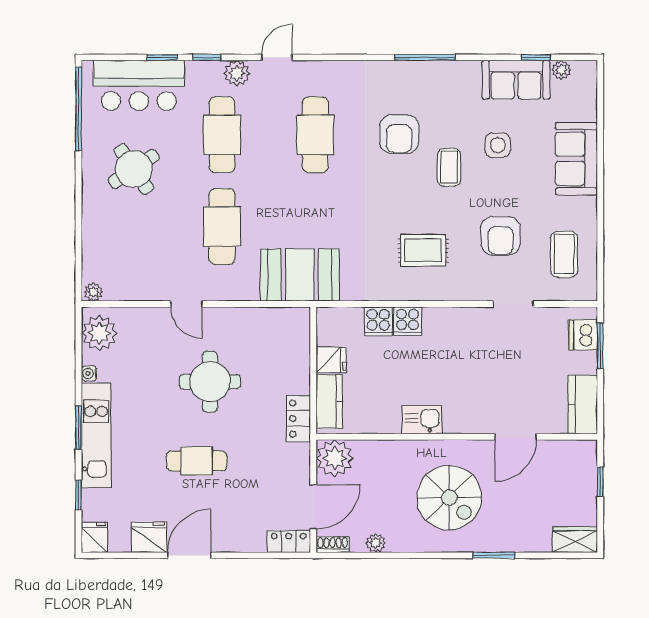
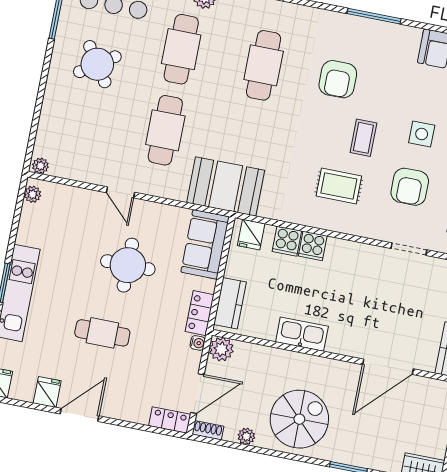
side table: (498, 145) -> (422, 134), moved
coffee table: (449, 167) -> (363, 138), moved
plant: (99, 333) -> (32, 194), width x0.53, depth x0.53
sofa: (290, 342) -> (205, 244), added
fridge: (331, 360) -> (251, 235), moved, turned 90
water cooler: (89, 373) -> (198, 343), moved, turned 180
kitchen sink: (422, 420) -> (302, 334), width x1.38
door: (515, 437) -> (388, 367), width x1.36
plant: (335, 458) -> (221, 349), width x0.73, depth x0.73
spiral stairs: (449, 497) -> (299, 419), moved, turned -90
fridge: (149, 537) -> (47, 392), width x0.72

